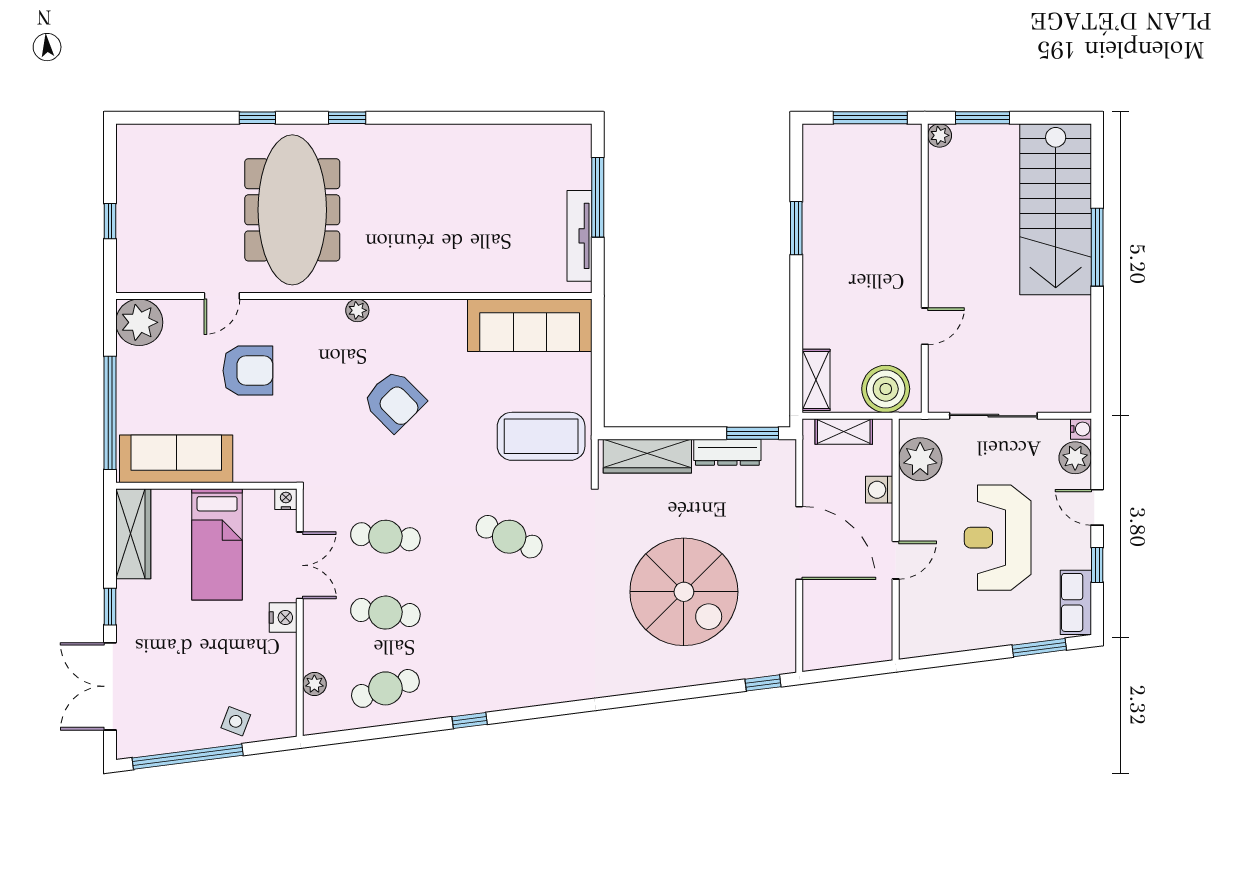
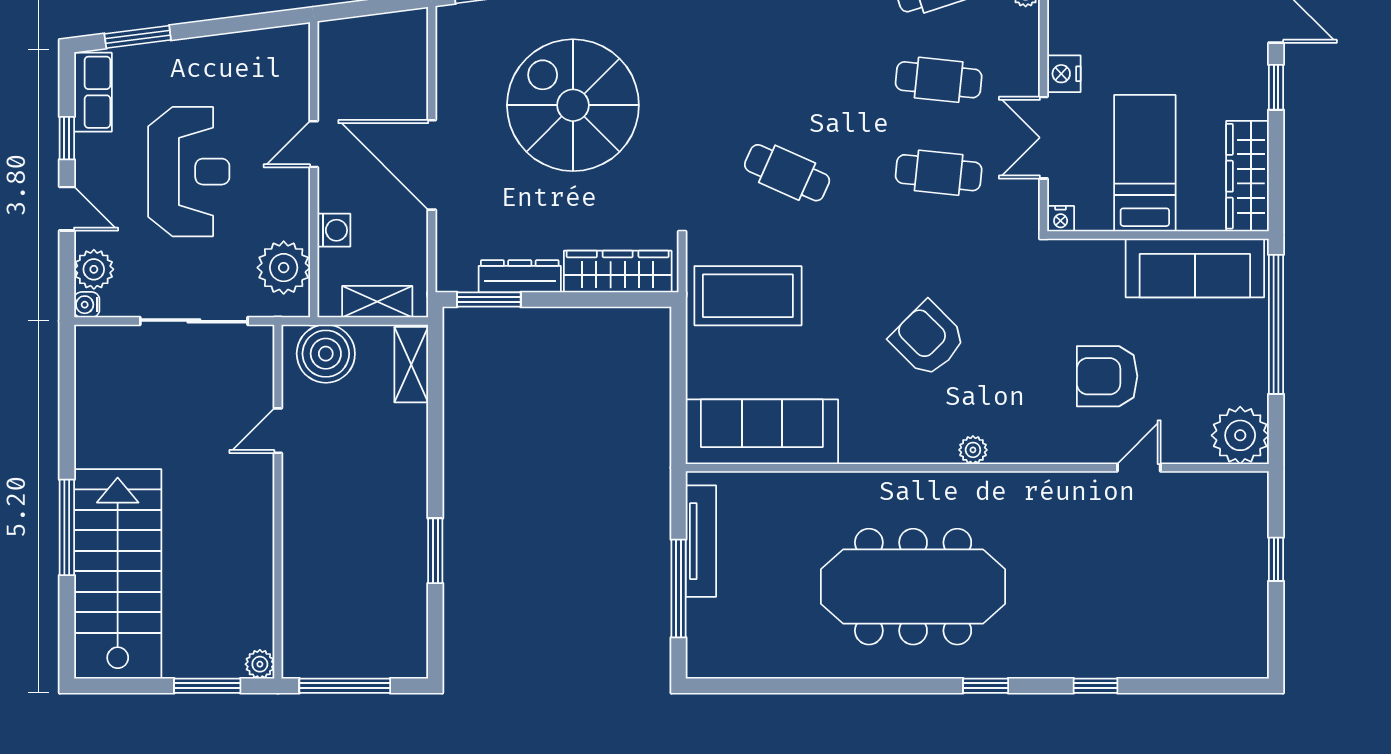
meeting table: (292, 210) -> (913, 587), moved, turned 90

